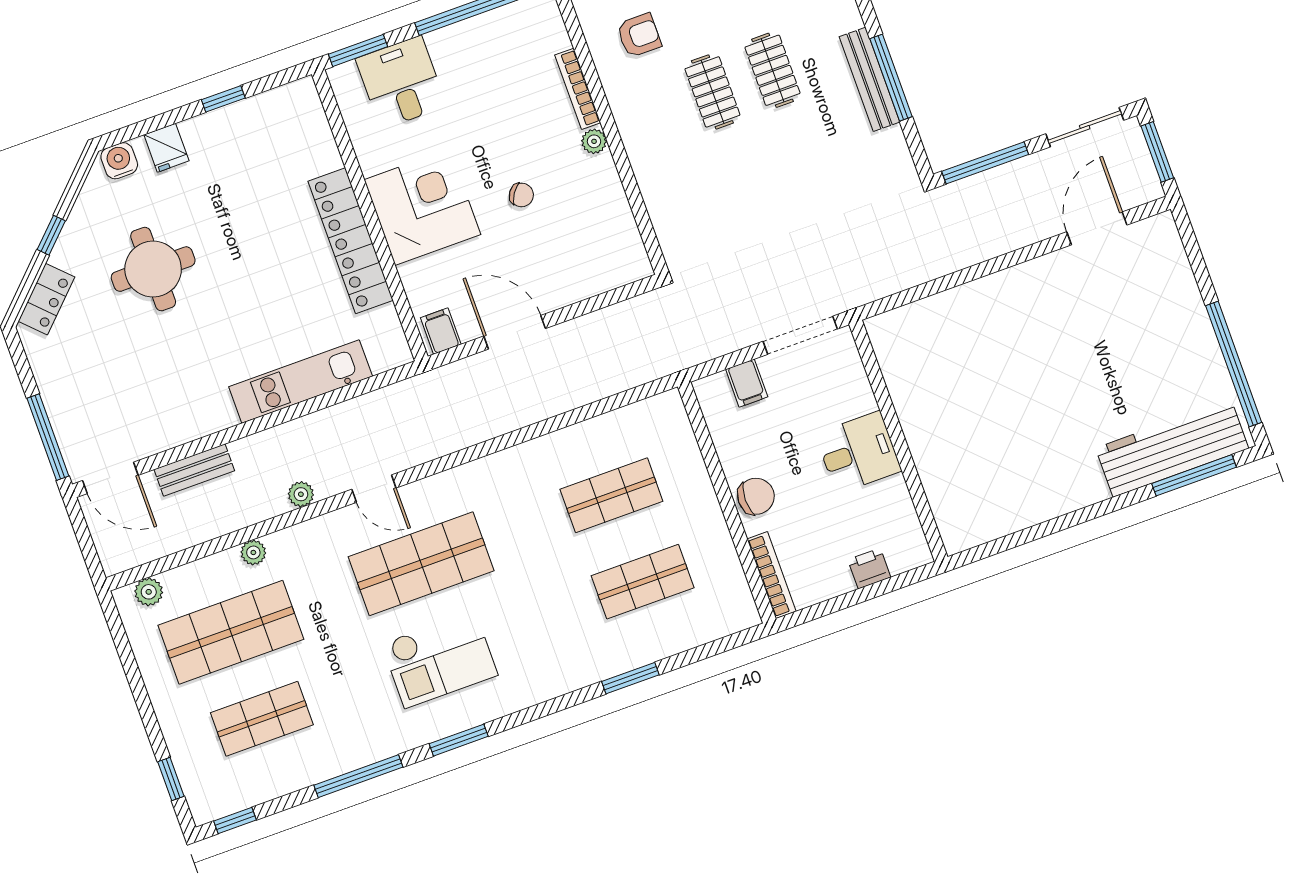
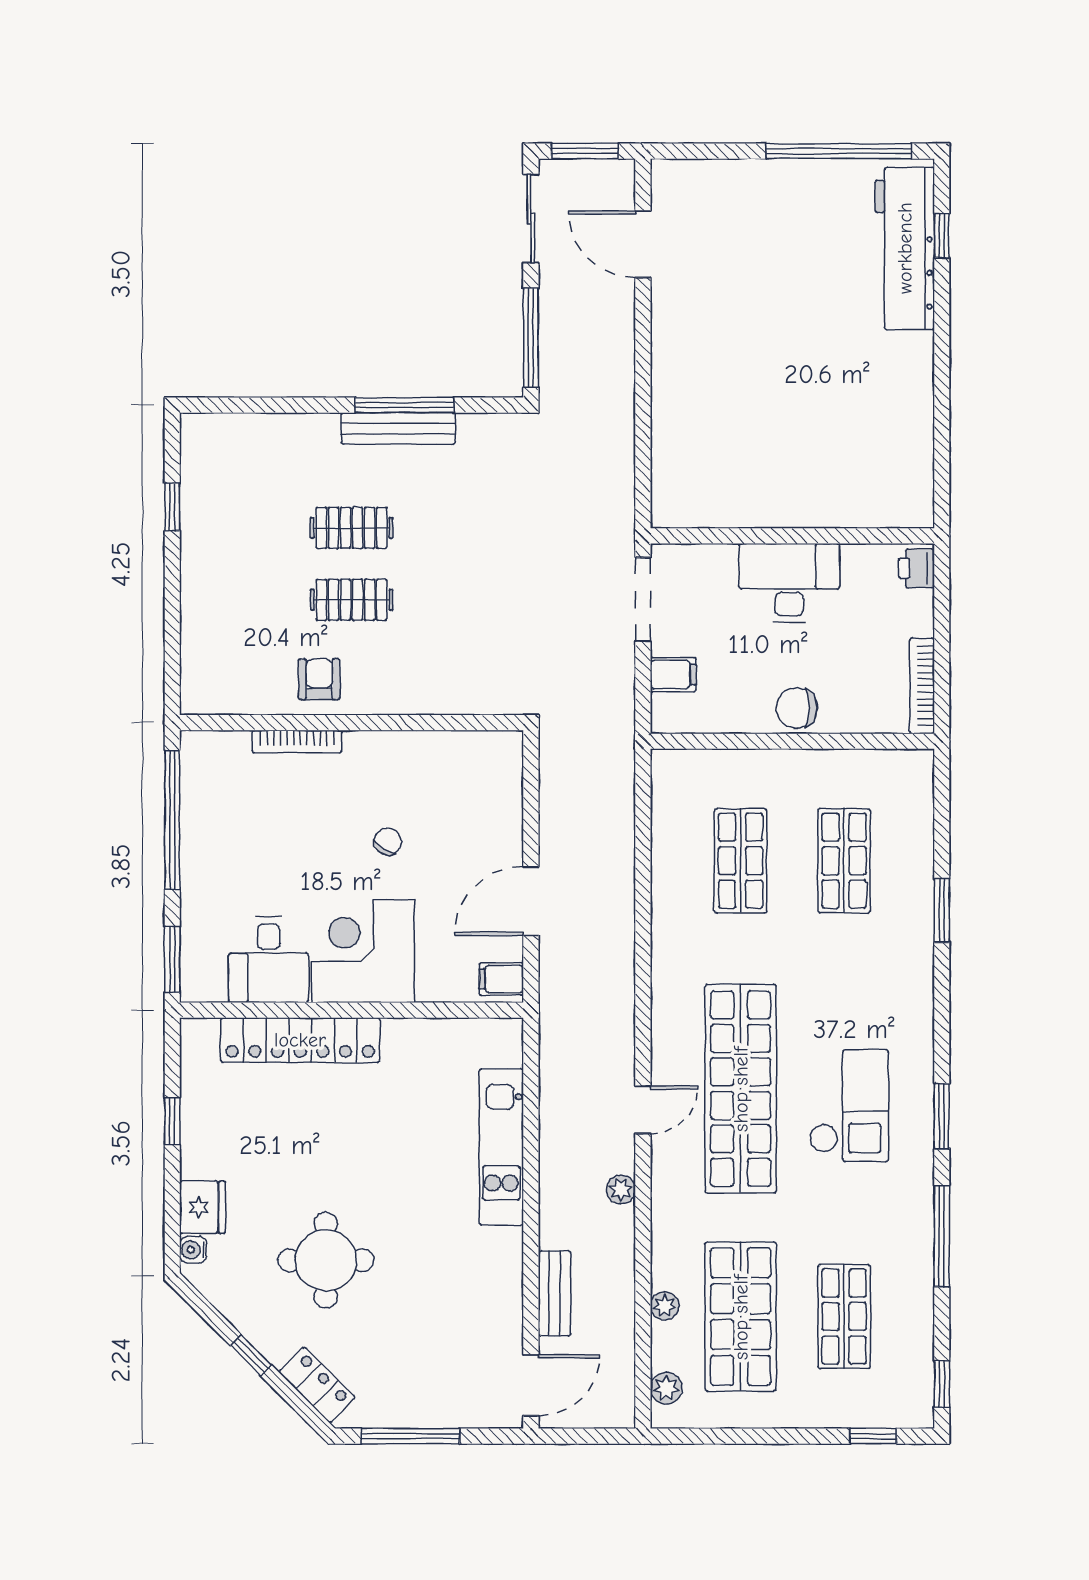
armchair: (639, 35) -> (319, 679), moved
desk: (401, 82) -> (269, 960), moved, turned -90
plant: (594, 141) -> (359, 744), removed
fridge: (166, 148) -> (202, 1207), width x1.38
water cooler: (119, 161) -> (193, 1250), width x0.72, depth x0.72
locker: (351, 241) -> (300, 1040), moved
window: (48, 437) -> (410, 1436), moved
desk: (858, 452) -> (789, 583), width x1.37
window: (1194, 475) -> (942, 236), width x0.46
chair: (756, 496) -> (797, 708), turned -90
plant: (253, 552) -> (665, 1306), moved
shop shelf: (421, 564) -> (741, 1089), width x1.40
printer: (869, 568) -> (917, 568), moved
bookcase: (772, 575) -> (922, 686), moved, turned -90

